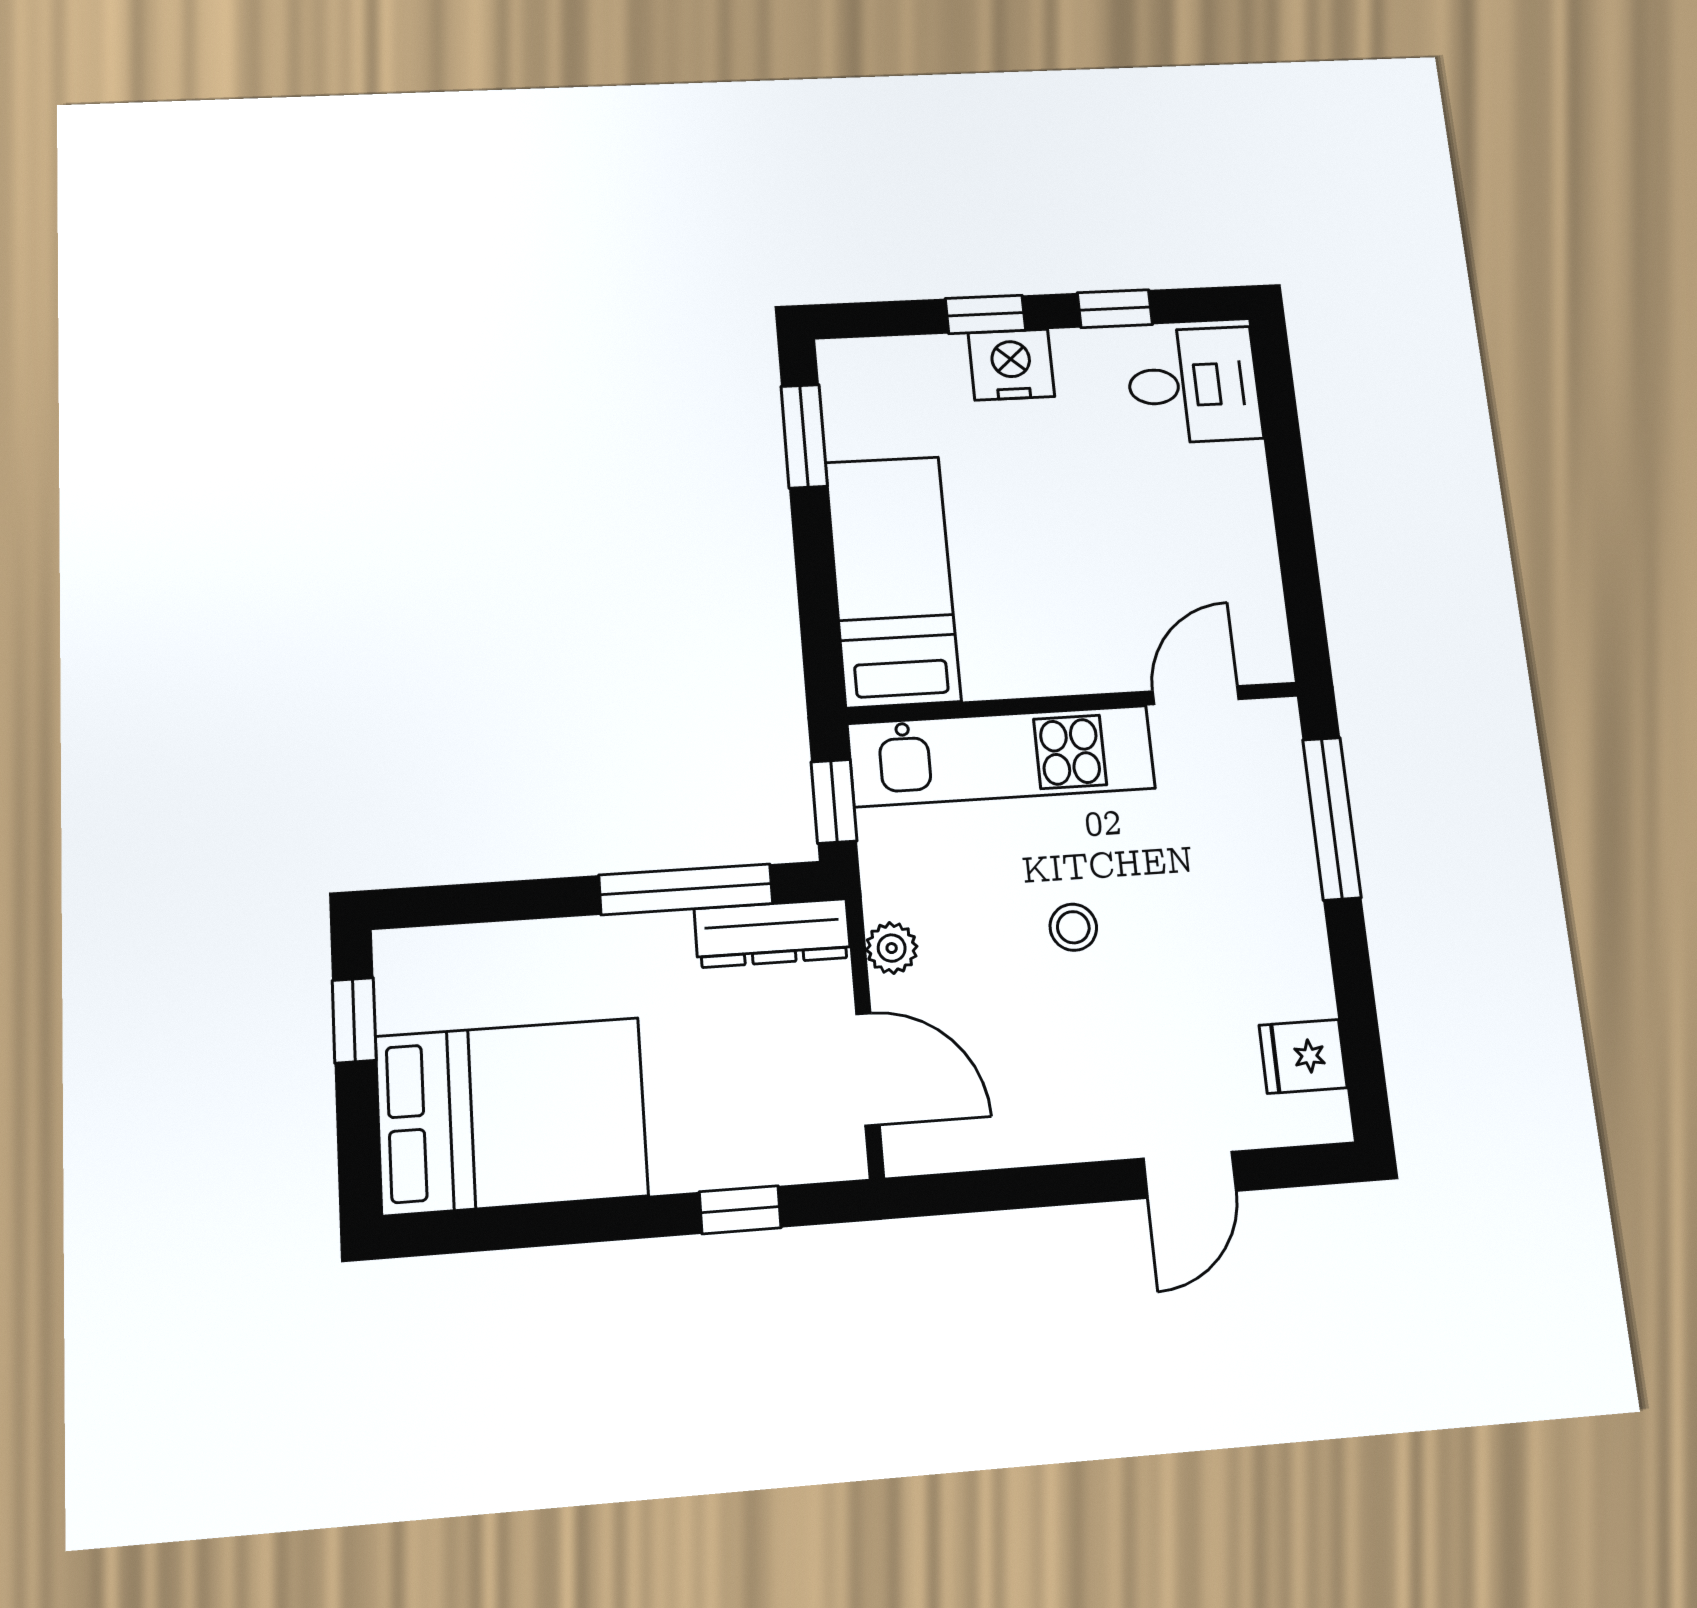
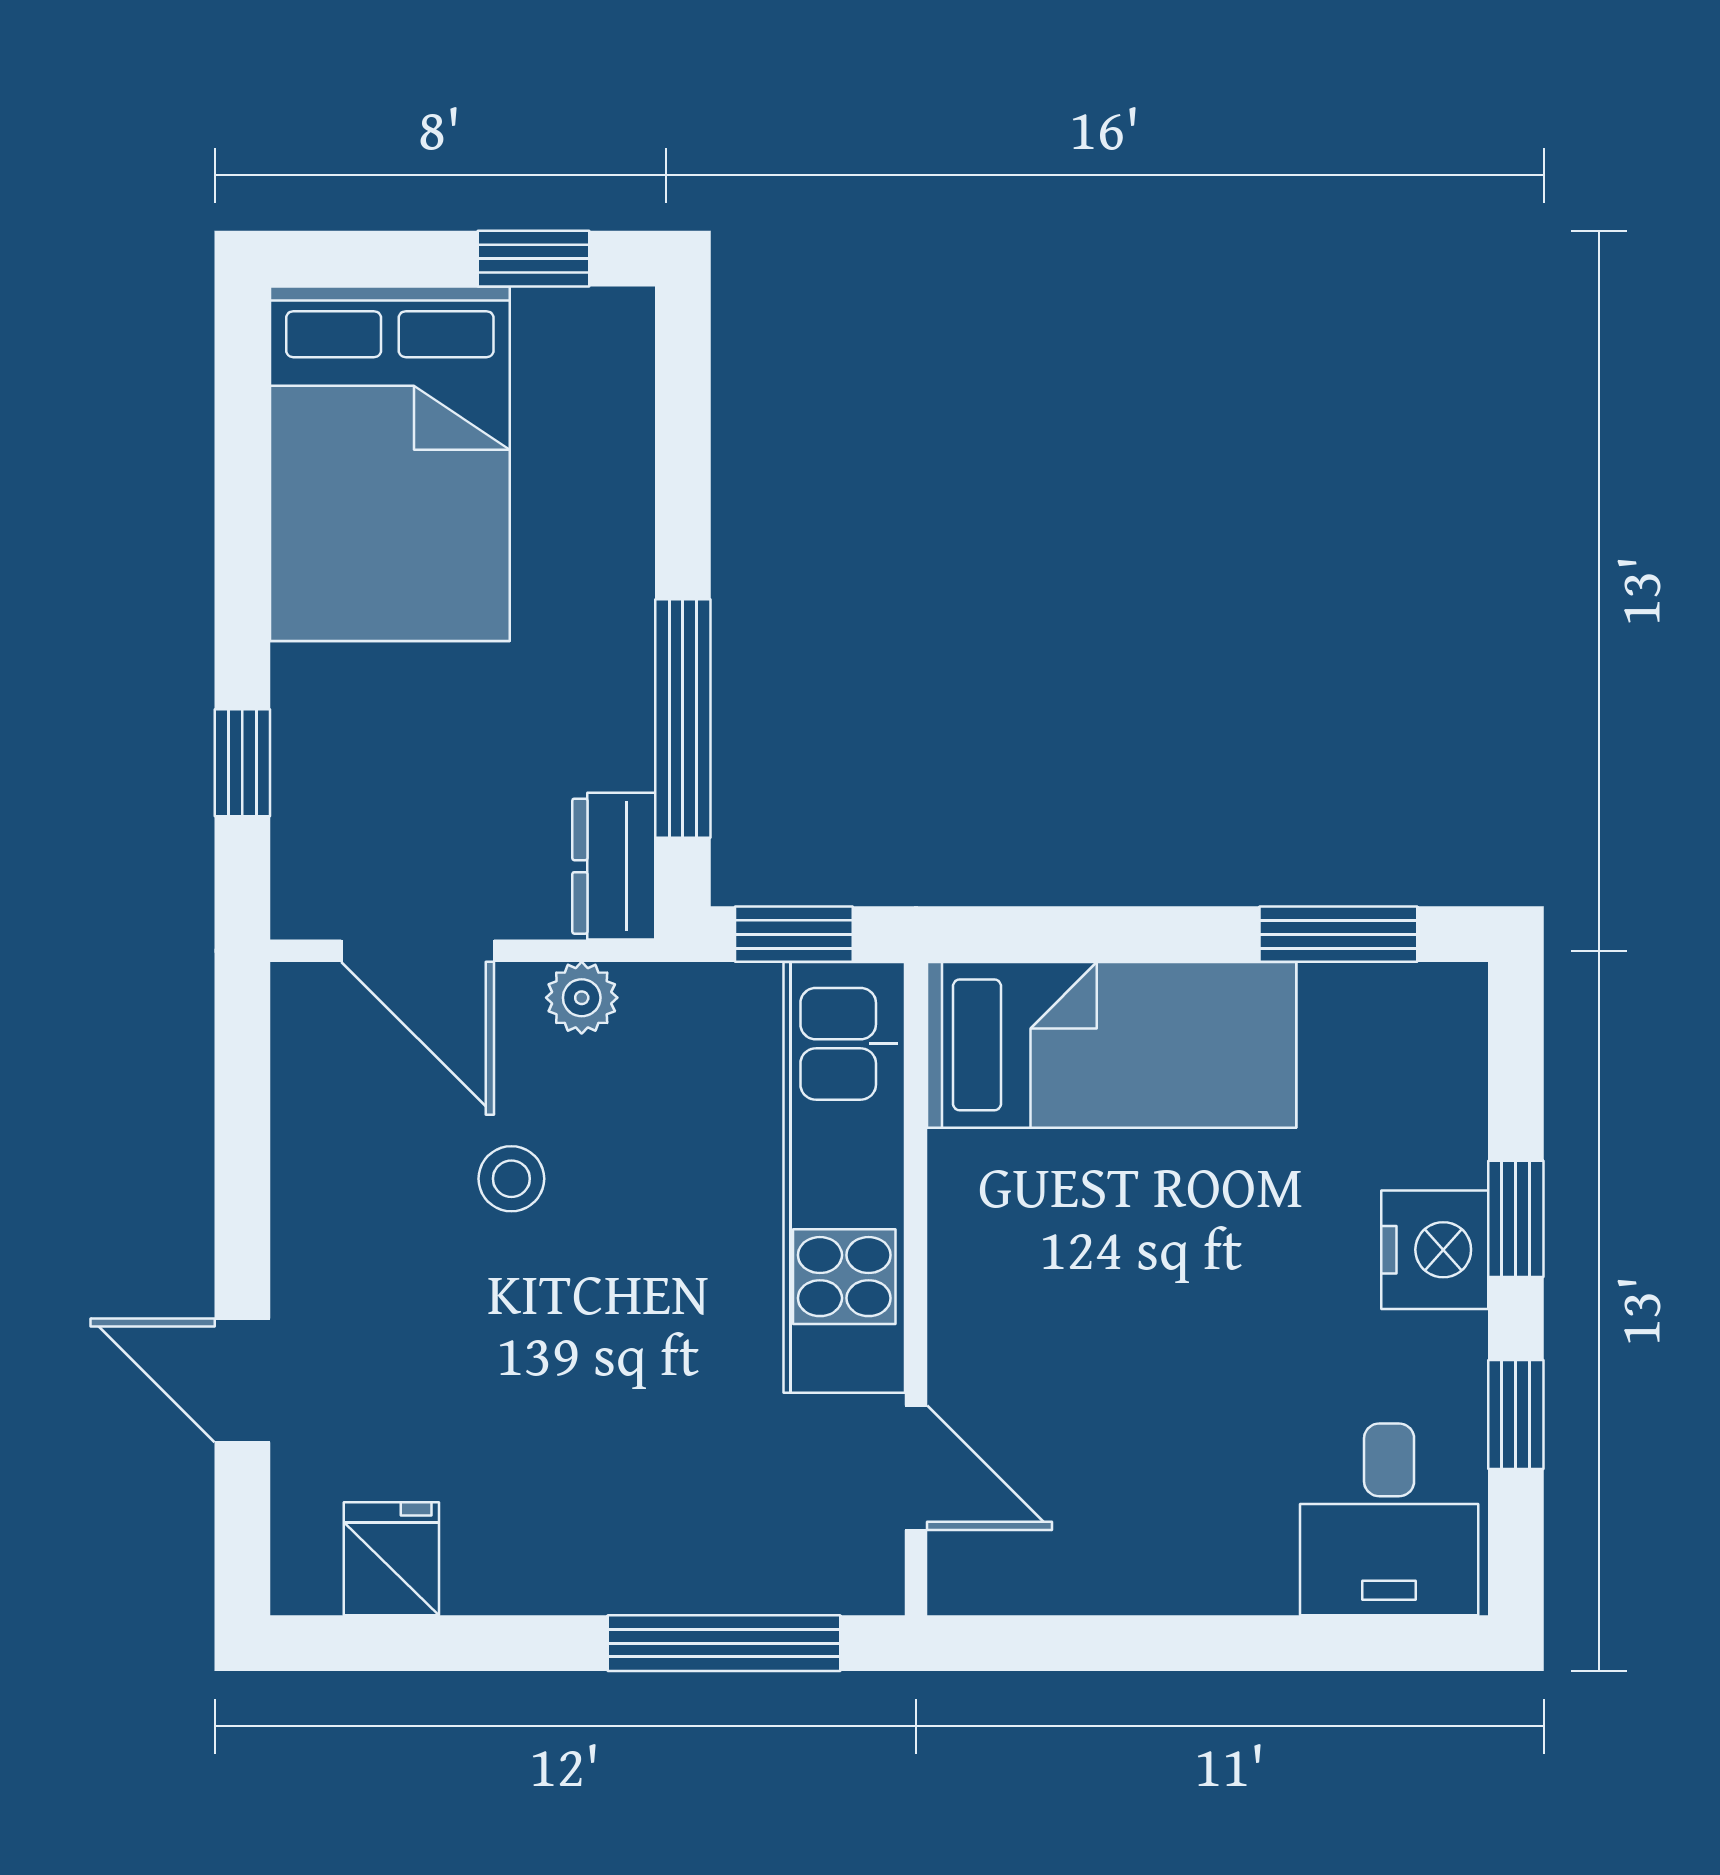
stool: (1073, 927) -> (511, 1179), moved
dresser: (772, 933) -> (614, 866), width x0.70
door: (868, 1069) -> (418, 951), hinge flipped

